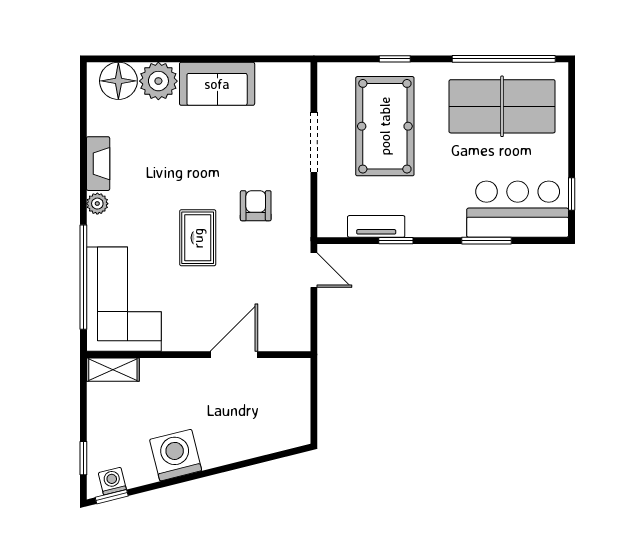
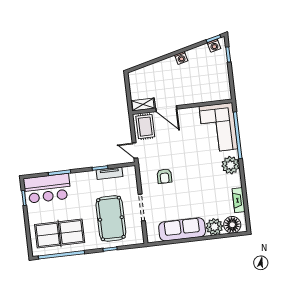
sofa: (217, 84) -> (182, 229), width x1.36
fireplace: (98, 164) -> (239, 200), moved
plant: (97, 204) -> (231, 165), width x1.88, depth x1.88
rug: (198, 238) -> (145, 127), moved
door: (234, 355) -> (166, 109), hinge flipped
shelving: (113, 370) -> (143, 104), moved
washing machine: (176, 455) -> (181, 58), width x0.53, depth x0.53

